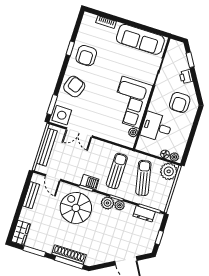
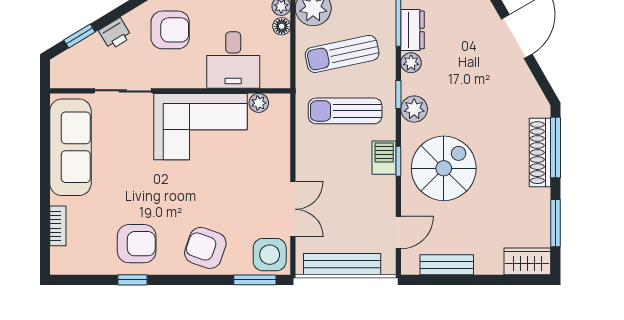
plant: (120, 205) -> (411, 63), moved
spiral stairs: (76, 208) -> (444, 168), turned 180

